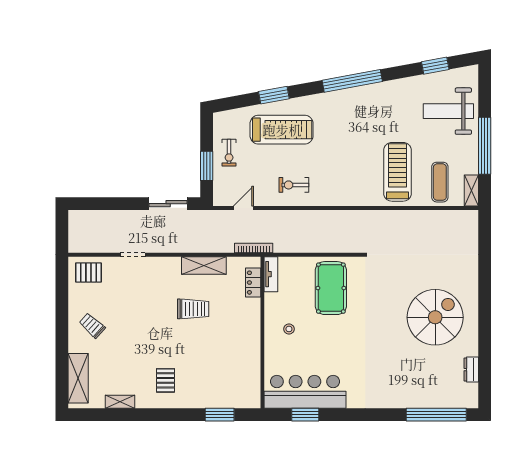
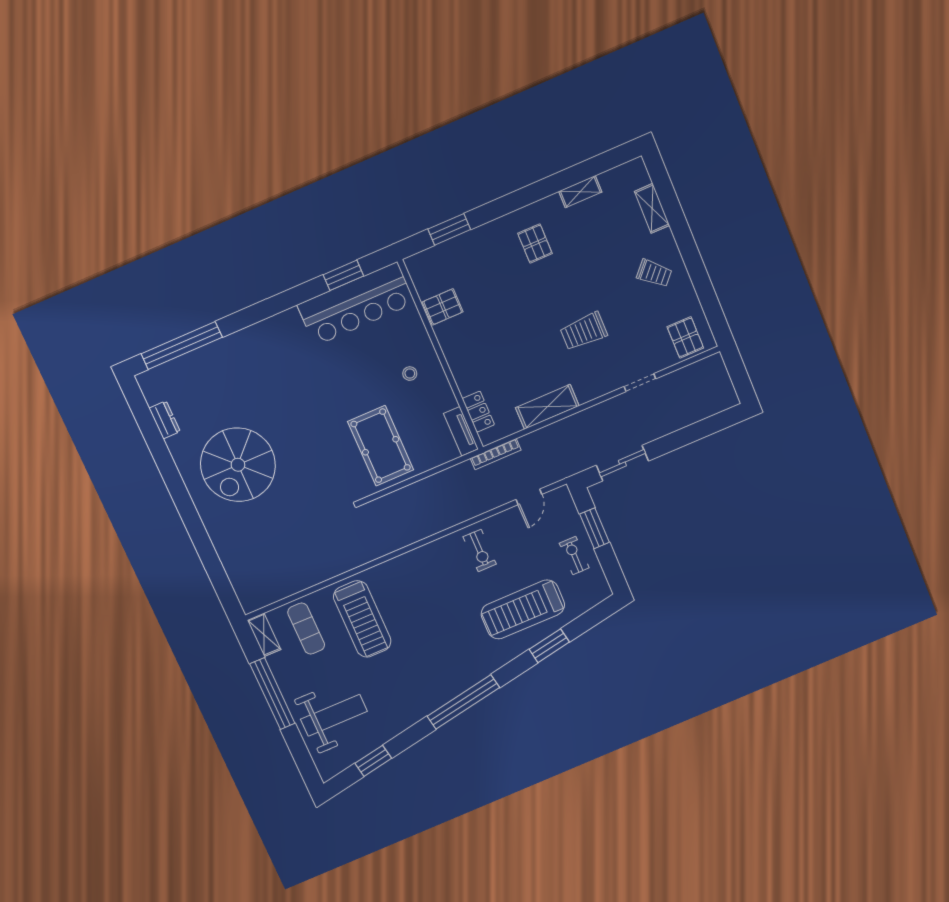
exercise bike: (294, 185) -> (480, 550), turned 90
pallet: (88, 272) -> (685, 337), turned 90
trolley: (193, 309) -> (584, 331), moved
pallet: (247, 365) -> (443, 307), added
shelving: (78, 378) -> (652, 208), width x0.67, depth x0.75

